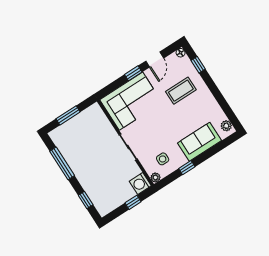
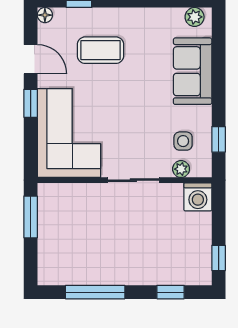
coffee table: (181, 91) -> (101, 50), turned 90
window: (68, 115) -> (31, 217), moved
window: (187, 168) -> (219, 139), moved
plant: (155, 177) -> (181, 169), moved
window: (133, 202) -> (219, 258), moved

